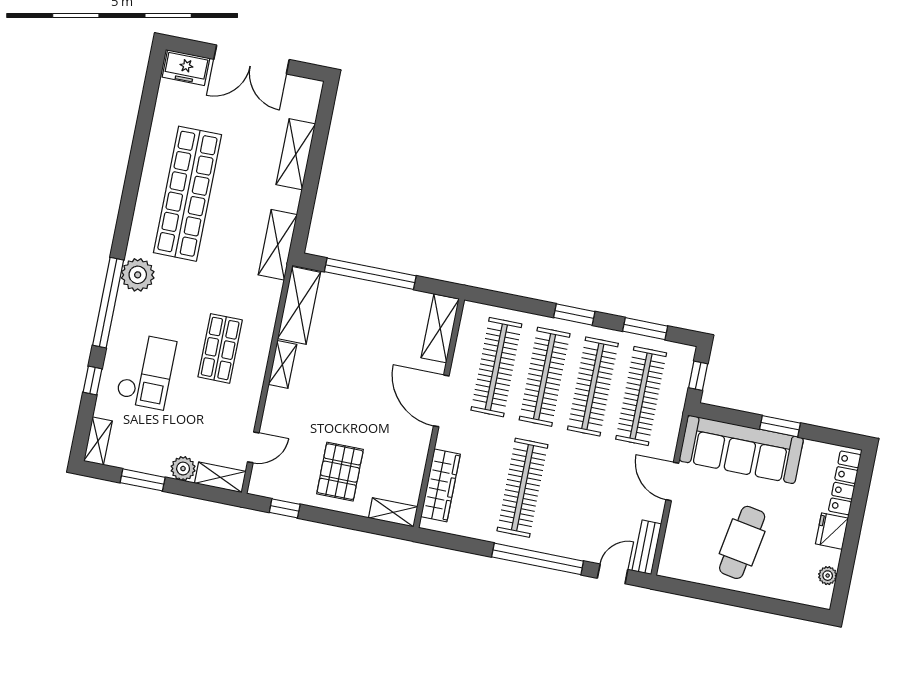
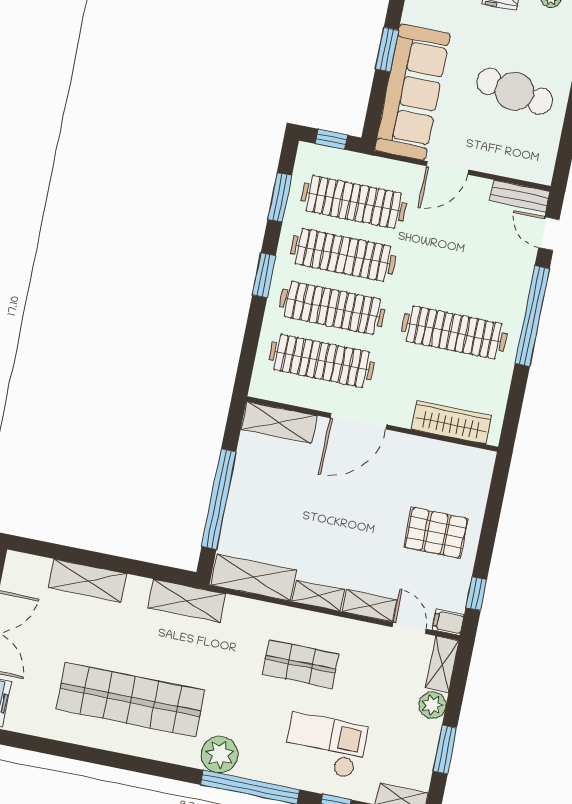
filing cabinet: (258, 483) -> (448, 622), added
shelving: (393, 512) -> (369, 606), moved, turned 90

